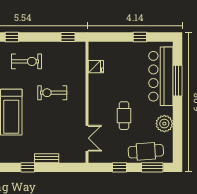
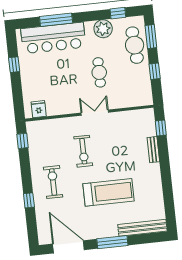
fridge: (96, 67) -> (39, 109), moved
cafe table: (124, 116) -> (99, 72), turned 90
double door: (87, 138) -> (95, 113), moved
window: (177, 139) -> (118, 13), added
window: (28, 167) -> (161, 128), moved

